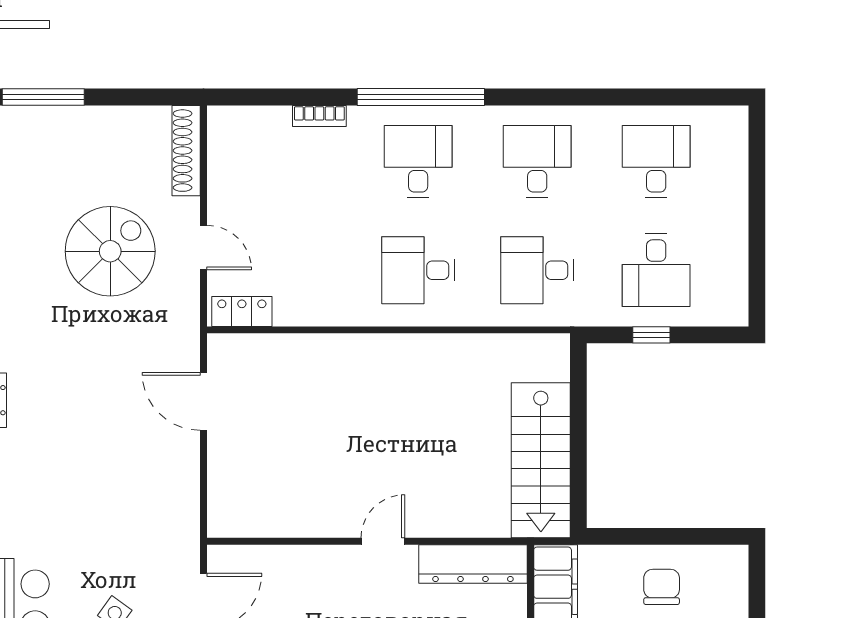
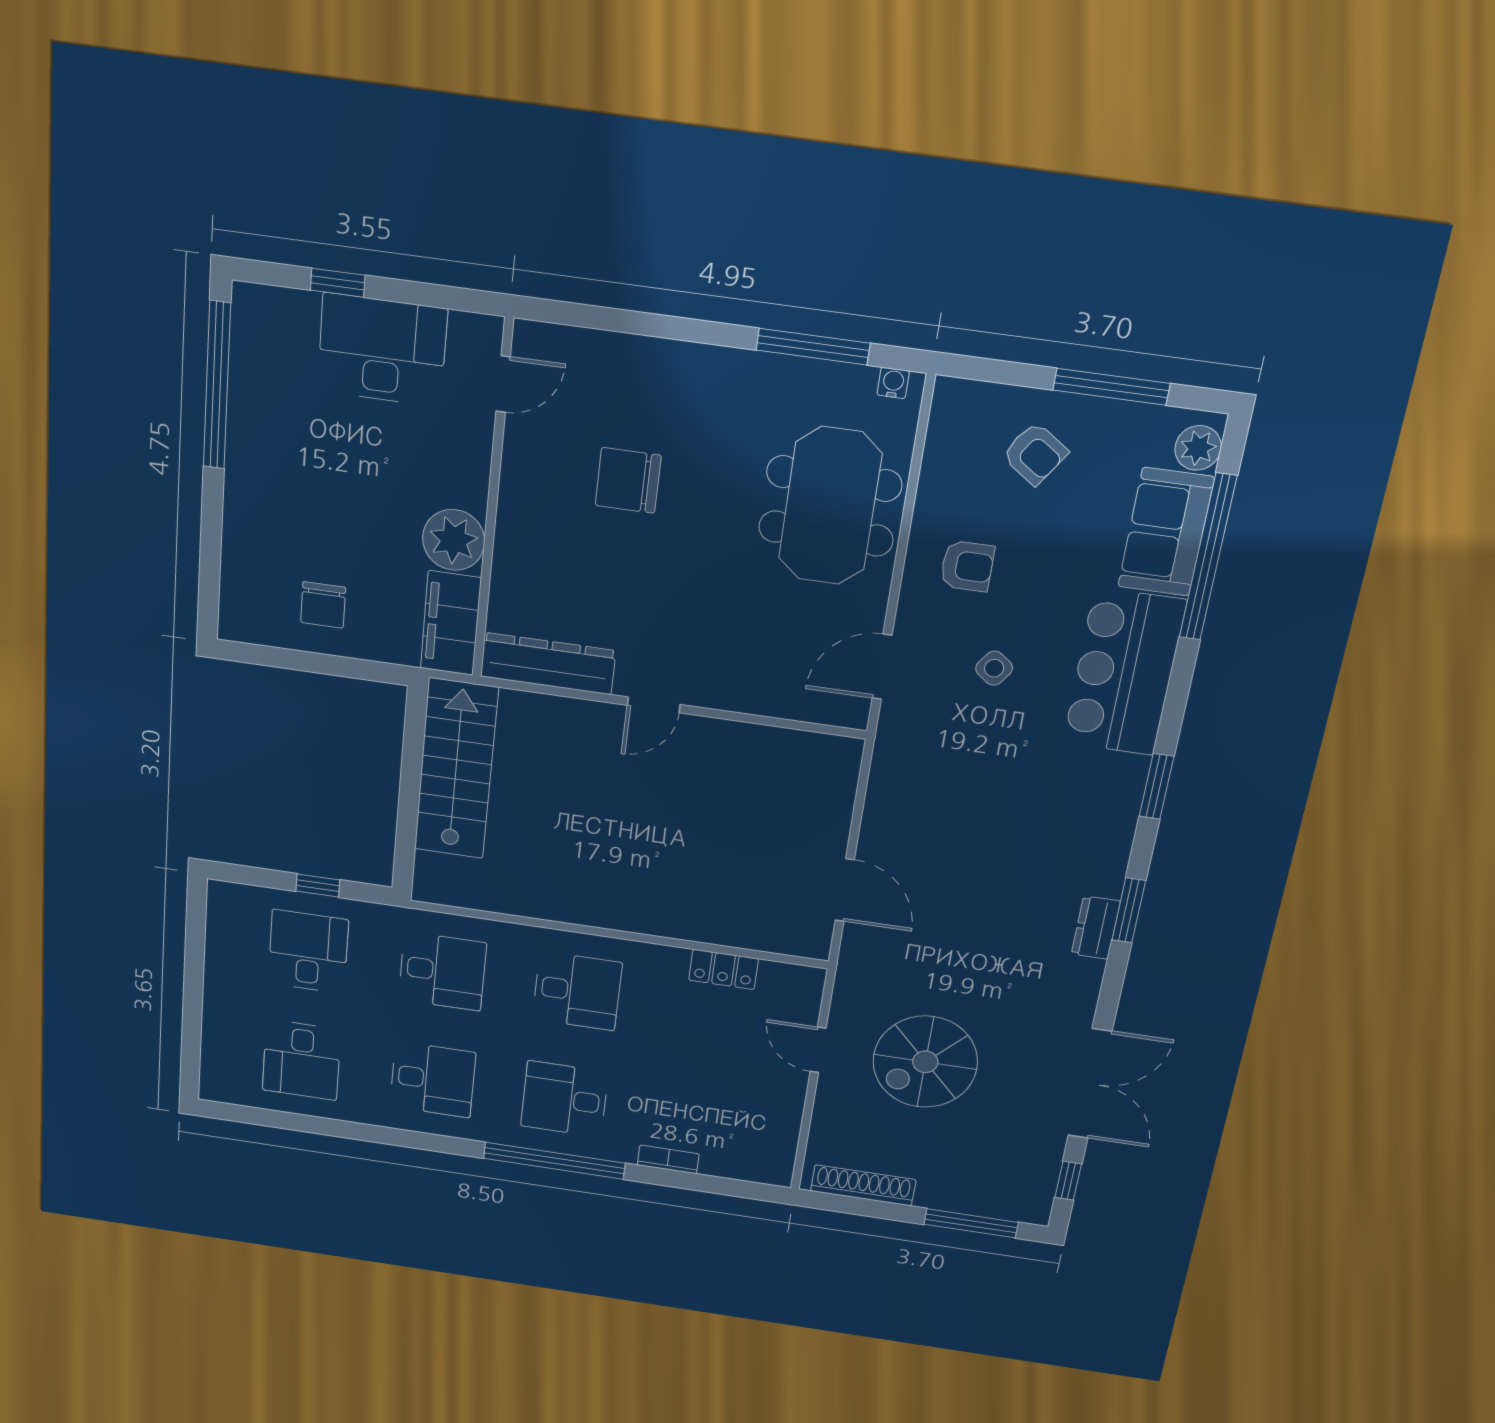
shoe rack: (186, 151) -> (863, 1185), moved, turned -90
desk: (418, 162) -> (564, 1099), turned 90
desk: (537, 162) -> (433, 1080), turned -90
locker: (242, 311) -> (724, 969), moved

